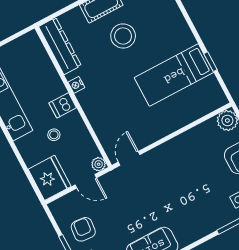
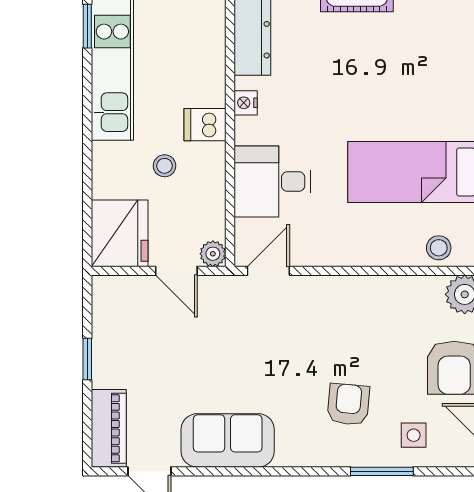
stool: (123, 36) -> (439, 248), moved, width x0.53, depth x0.53
desk: (109, 115) -> (272, 181), added
armchair: (83, 229) -> (348, 404), moved

